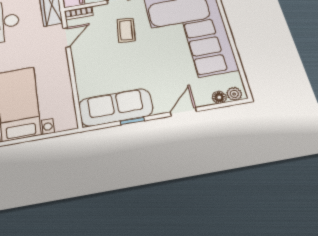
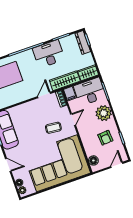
door: (67, 37) -> (44, 95), swing flipped

